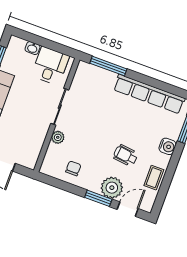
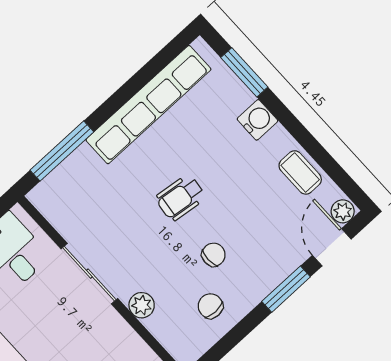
wheelchair: (126, 155) -> (180, 198), moved
chair: (97, 158) -> (214, 255), added
plant: (112, 188) -> (343, 211), moved, width x0.53, depth x0.53

